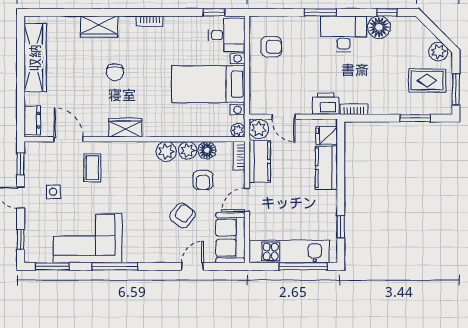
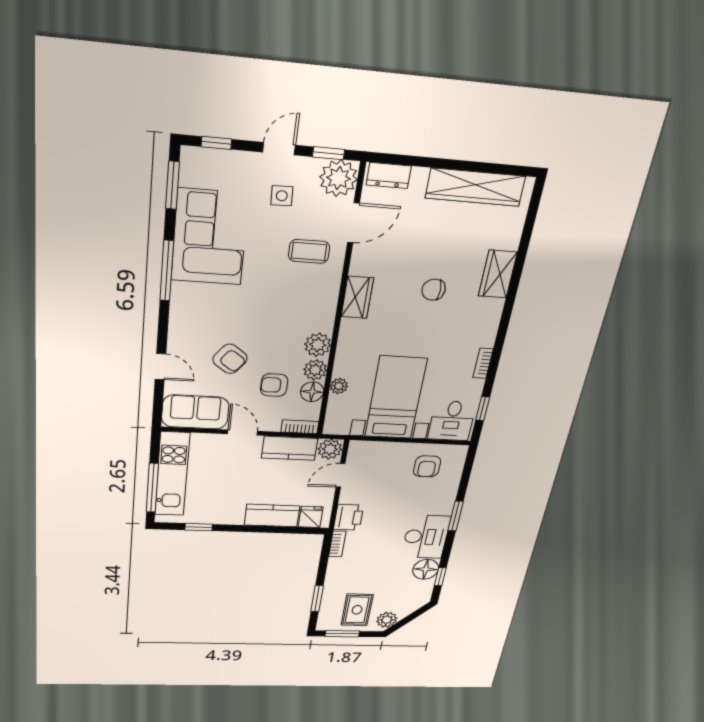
bookcase: (150, 21) -> (483, 363), moved
plant: (238, 130) -> (339, 386), moved
plant: (37, 155) -> (339, 178), added

